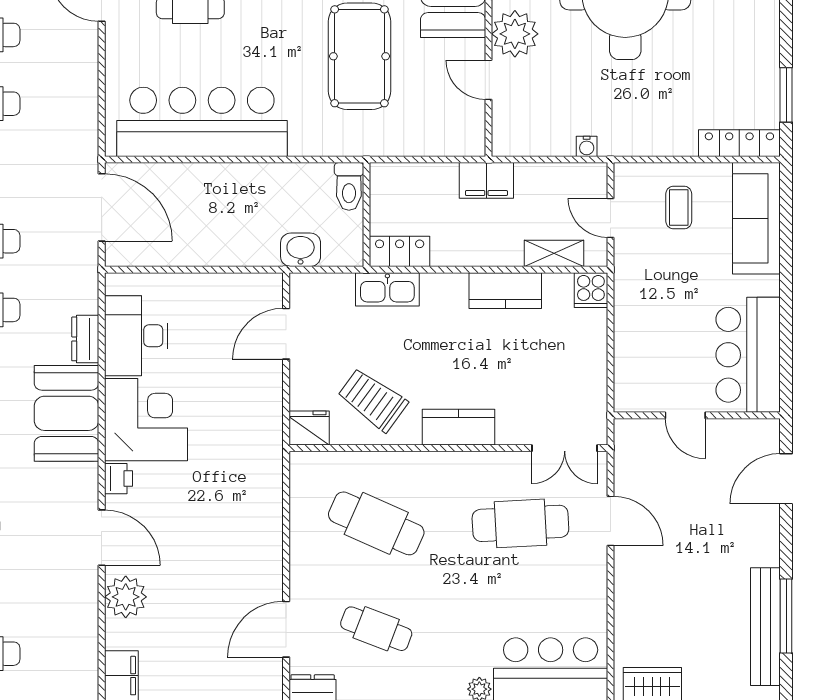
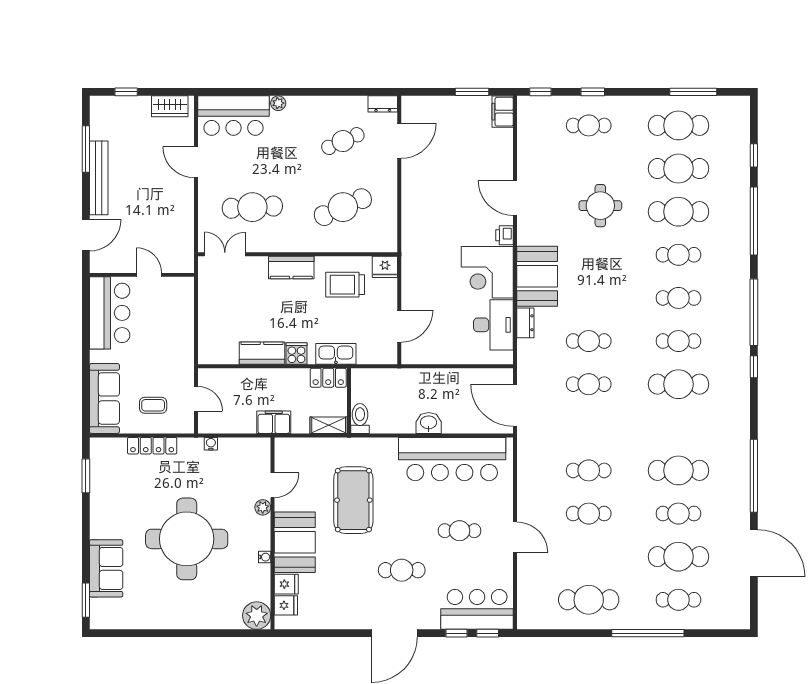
plant: (515, 34) -> (263, 507), width x0.53, depth x0.53
door: (489, 80) -> (272, 485), hinge flipped
locker: (739, 143) -> (152, 446), moved
coffee table: (679, 208) -> (153, 405), turned 90
washbasin: (301, 250) -> (429, 423), moved, turned 180
shelving: (554, 253) -> (329, 425), moved
cooker: (591, 290) -> (296, 353), moved
trolley: (373, 400) -> (345, 285), turned 144
door: (611, 521) -> (196, 162), moved
cafe table: (376, 523) -> (343, 207), turned -48
plant: (126, 597) -> (500, 161), removed
bench: (765, 627) -> (99, 178), moved
cafe table: (376, 629) -> (343, 141), turned -45

